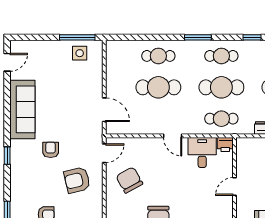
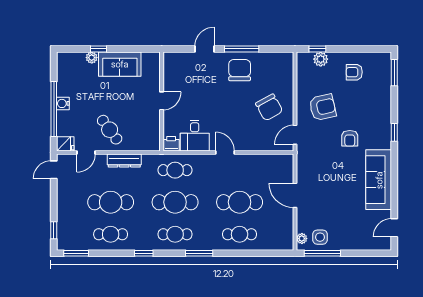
plant: (97, 52) -> (302, 239), added
door: (104, 110) -> (295, 195), moved

